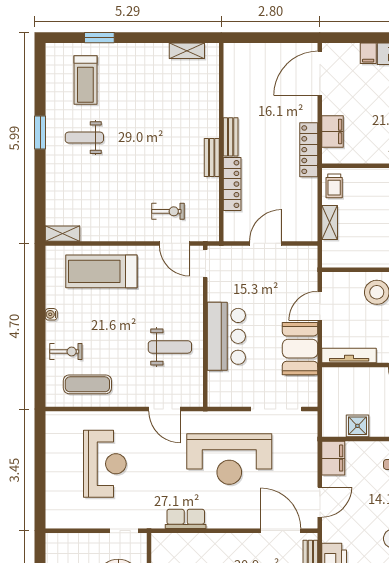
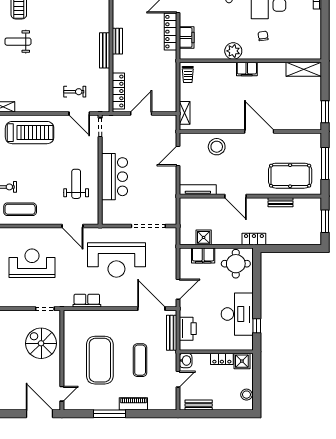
locker: (309, 150) -> (170, 32), moved
bench: (212, 157) -> (105, 50), width x1.36
locker: (232, 184) -> (118, 91), moved
shelving: (330, 222) -> (185, 113), moved
treadmill: (101, 271) -> (30, 133), turned 180
weight bench: (170, 347) -> (76, 184), turned -90
booth: (300, 349) -> (165, 185), removed
filing cabinet: (333, 458) -> (203, 256), moved, turned 90
reception desk: (105, 464) -> (32, 263), turned -90

